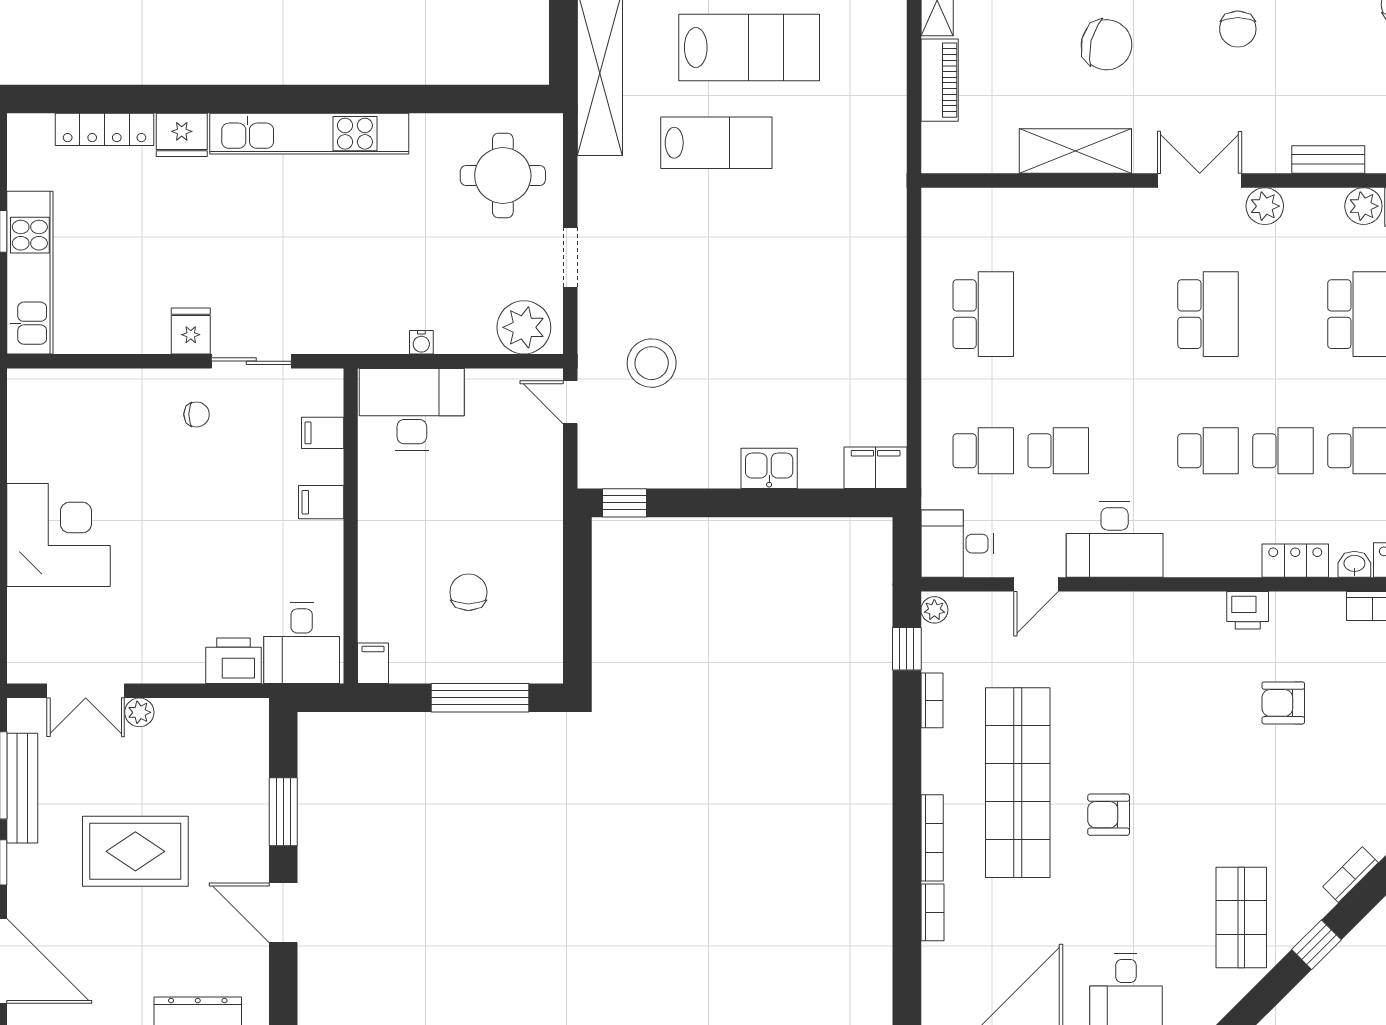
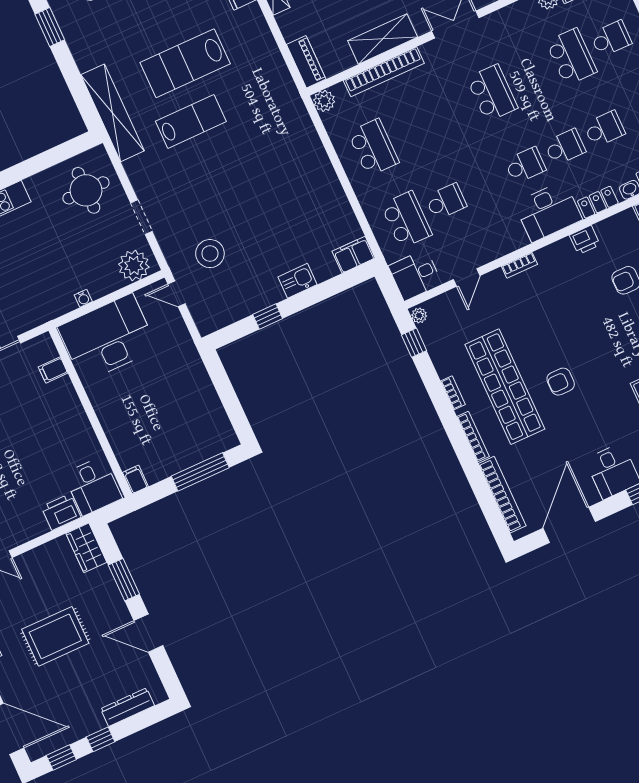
lab bench: (749, 47) -> (185, 63), turned 180
piano: (940, 80) -> (306, 62), moved
bookcase: (1054, 203) -> (384, 72), added
plant: (1265, 206) -> (324, 101), moved
desk: (412, 409) -> (108, 338), width x1.36, depth x1.30
school desk: (983, 451) -> (406, 220), width x1.85
filing cabinet: (321, 502) -> (69, 407), removed
window: (625, 503) -> (268, 317), moved
desk: (1115, 539) -> (548, 211), moved
chair: (468, 592) -> (169, 419), removed
bookcase: (1128, 603) -> (519, 265), added
bookcase: (932, 700) -> (453, 393), moved
plant: (139, 712) -> (24, 562), removed
wardrobe: (247, 735) -> (86, 548), added
bookcase: (932, 912) -> (502, 495), width x2.31, depth x1.31

